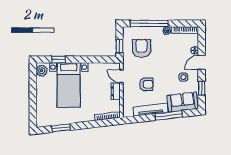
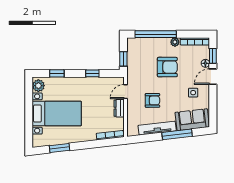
armchair: (141, 48) -> (167, 67), moved, turned 90
window: (91, 59) -> (92, 73), added
door: (121, 76) -> (125, 92), hinge flipped
bed with nightstands: (69, 85) -> (57, 113), moved, turned -90
window: (202, 88) -> (213, 56), moved

